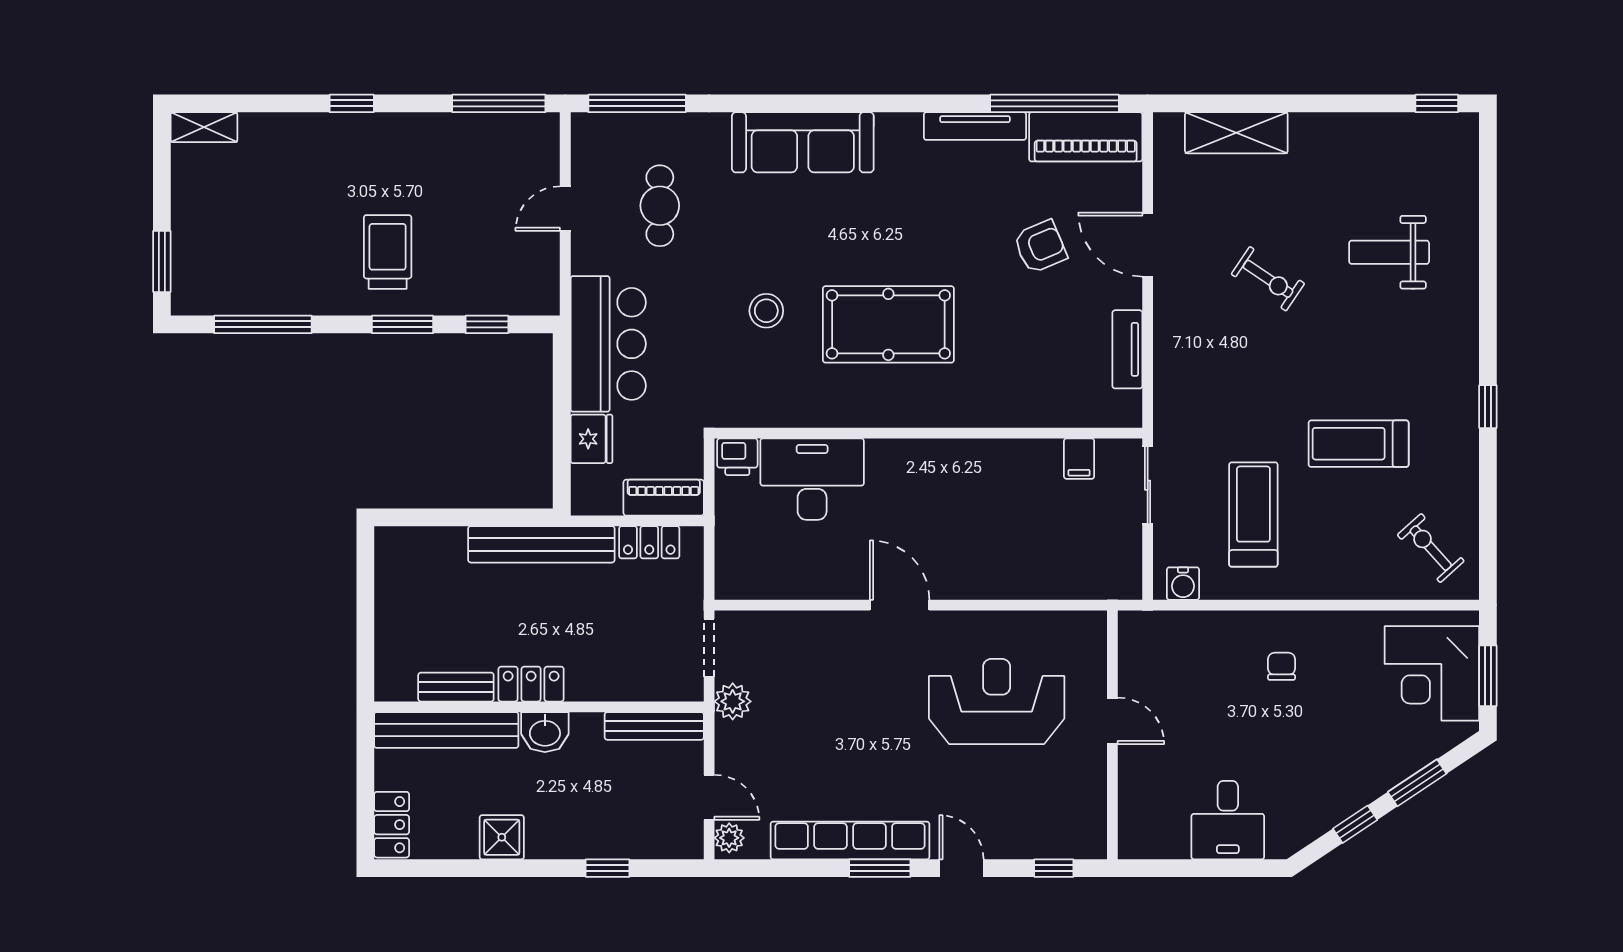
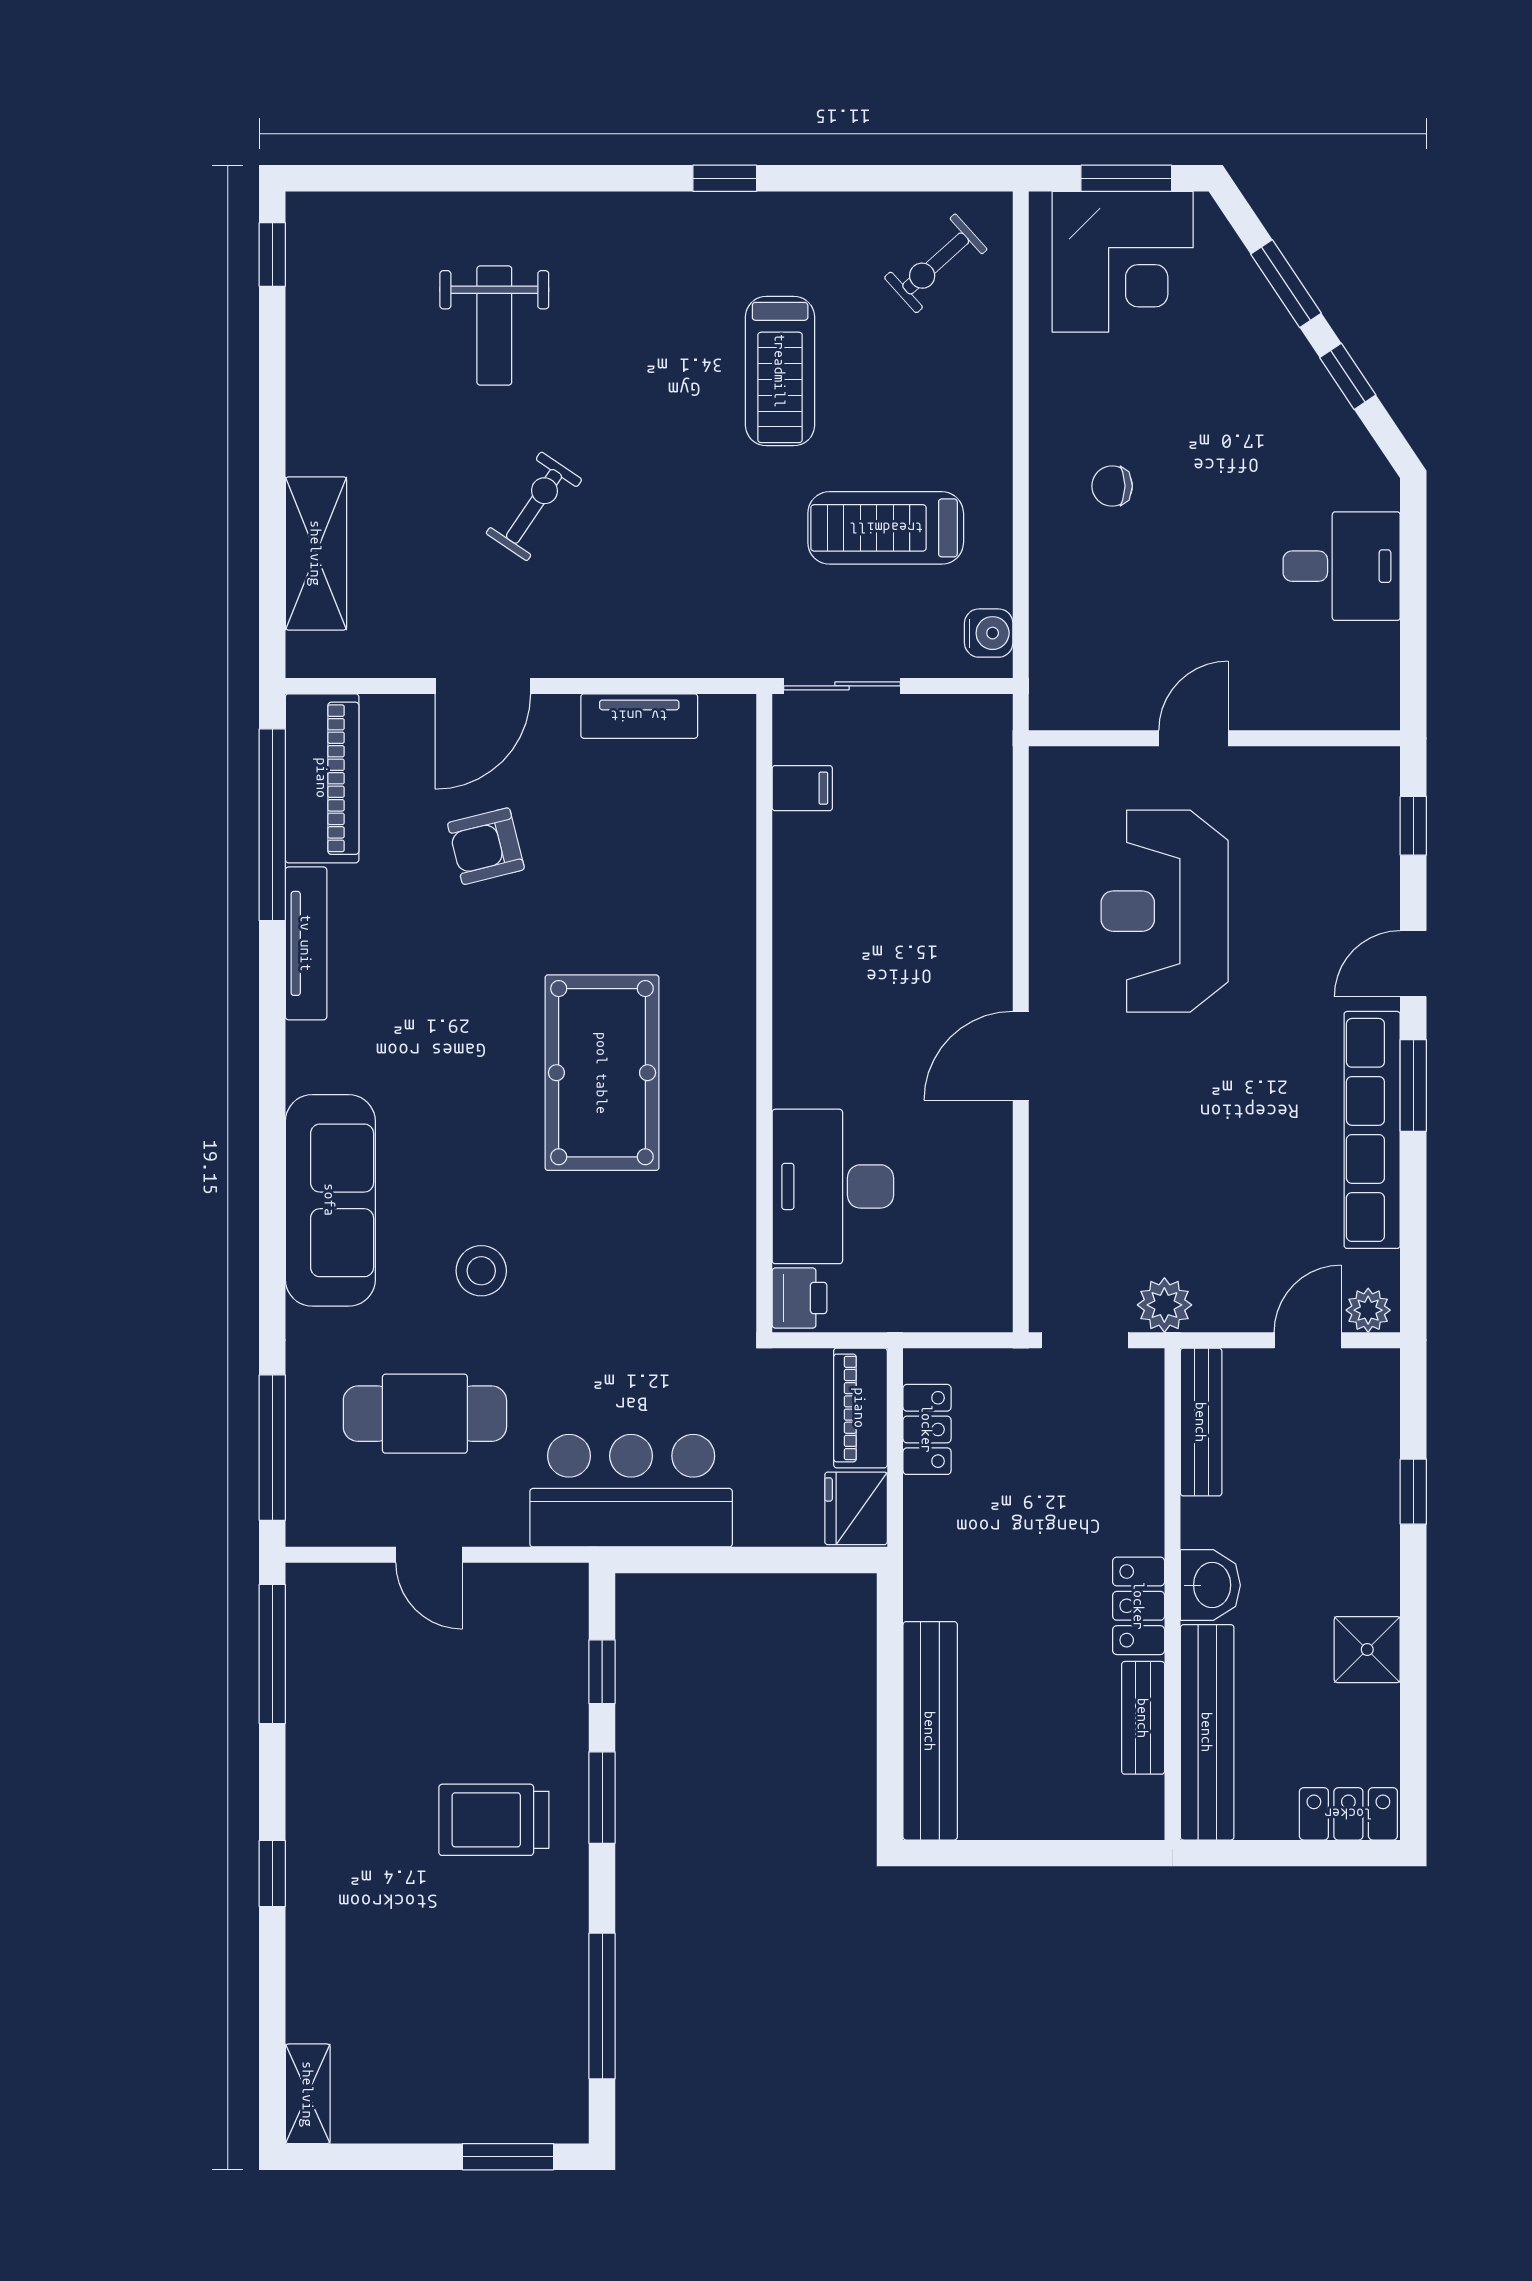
cafe table: (660, 206) -> (425, 1414), width x1.37, depth x1.35
armchair: (1040, 247) -> (486, 846), turned -81
stool: (766, 311) -> (481, 1271), moved
fridge: (591, 439) -> (856, 1508), moved, turned -90
bench: (541, 544) -> (930, 1731), moved

